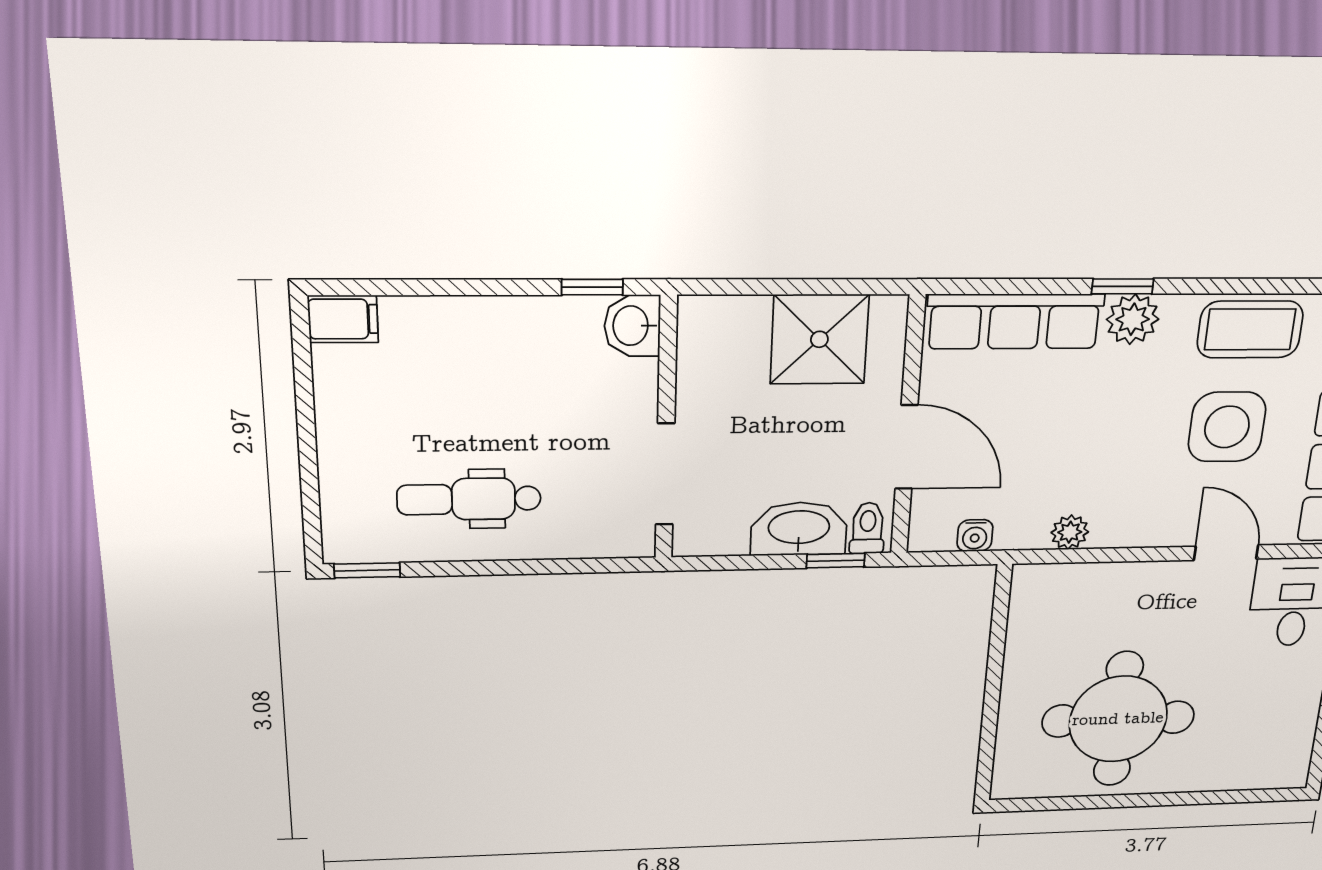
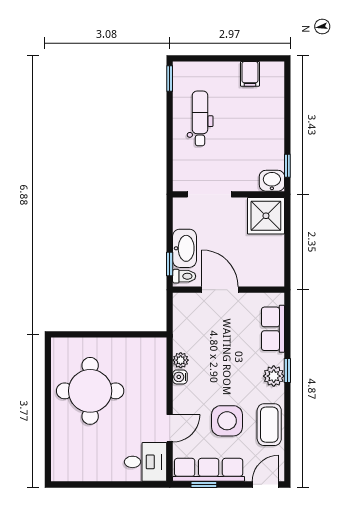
filing cabinet: (343, 319) -> (250, 74), moved
row of seats: (1015, 321) -> (273, 329), width x0.68
shower: (819, 339) -> (266, 216), moved
door: (906, 447) -> (220, 290), swing flipped
water cooler: (975, 536) -> (180, 377), moved

